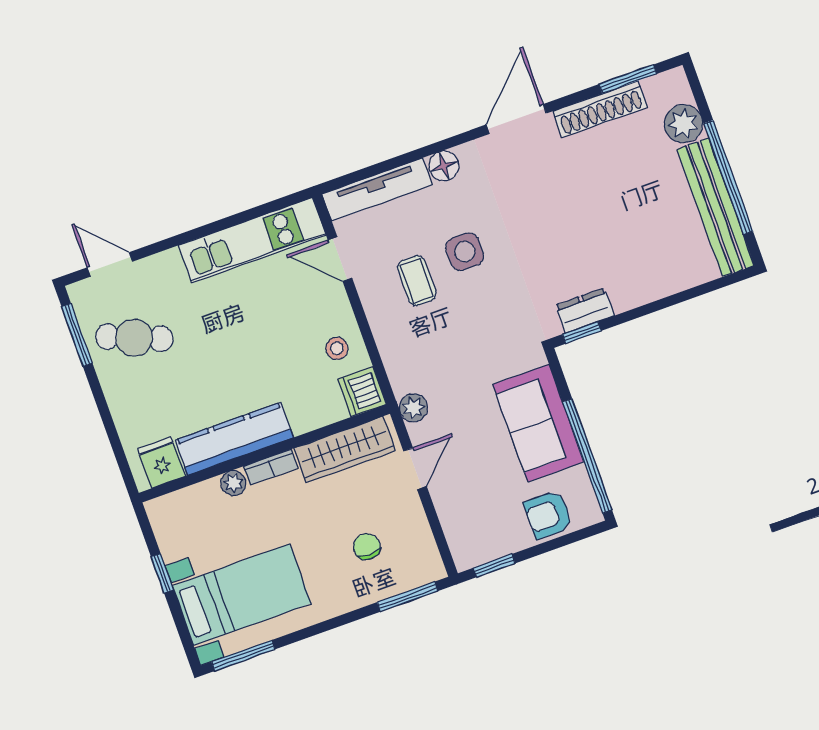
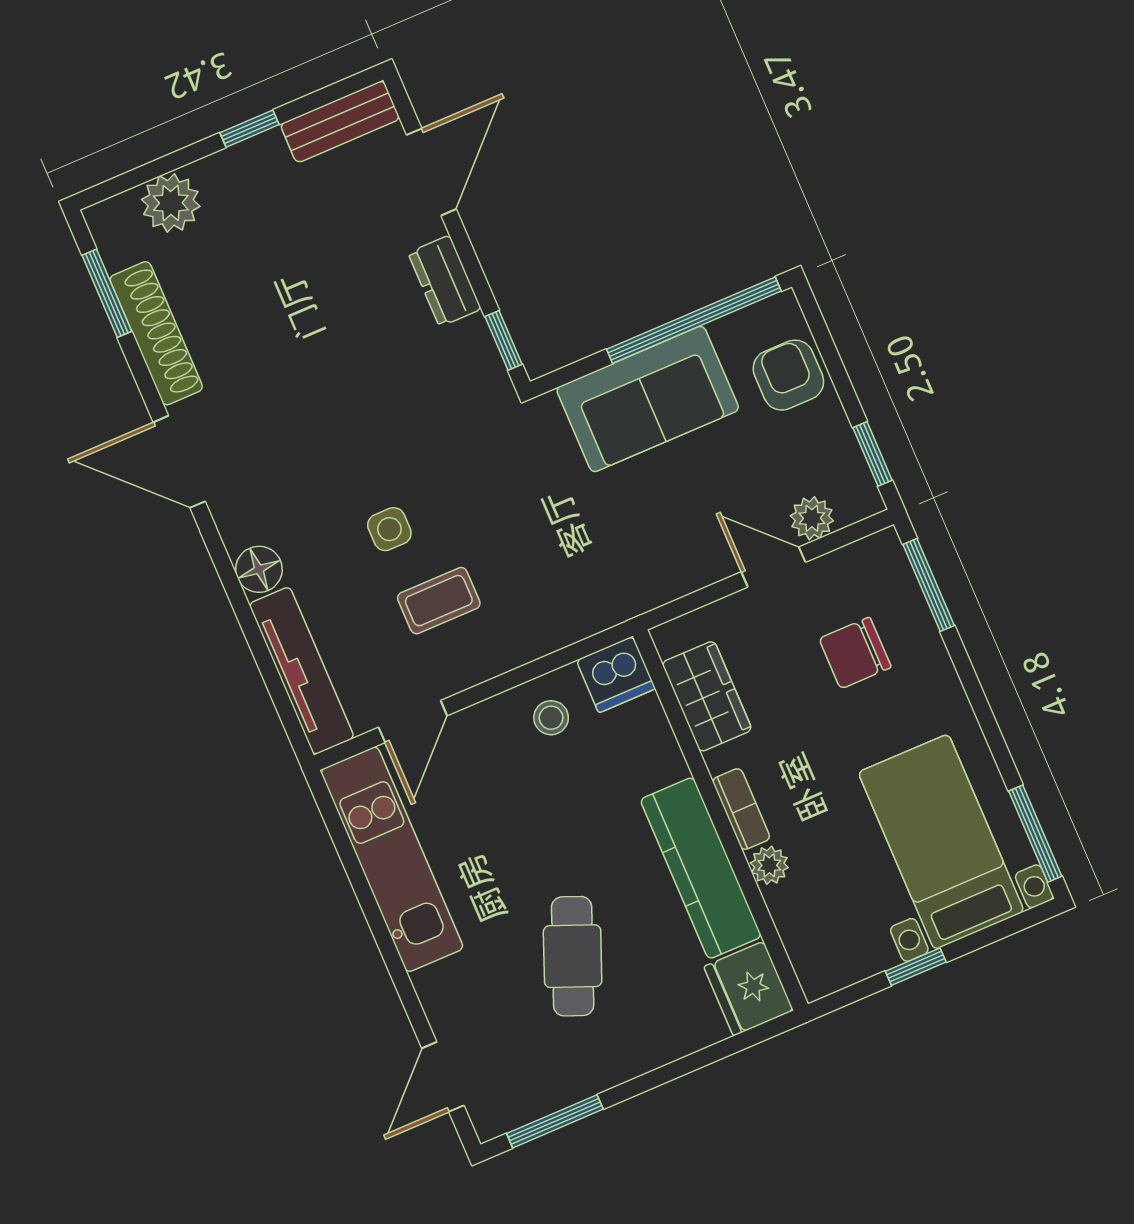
window: (728, 177) -> (250, 129), width x0.32
bench: (716, 207) -> (340, 122), width x0.54, depth x0.82
side table: (465, 252) -> (389, 529), width x0.73, depth x0.73
door: (693, 293) -> (431, 172), added
dresser: (585, 310) -> (445, 281), moved
cafe table: (134, 338) -> (573, 956), moved
plant: (413, 408) -> (812, 518), moved
wardrobe: (345, 449) -> (707, 696), width x0.67
fridge: (161, 463) -> (749, 989), width x1.38
door: (415, 469) -> (773, 567), moved
armchair: (548, 515) -> (788, 375), turned 180
chair: (367, 547) -> (855, 653), width x1.37, depth x1.37

